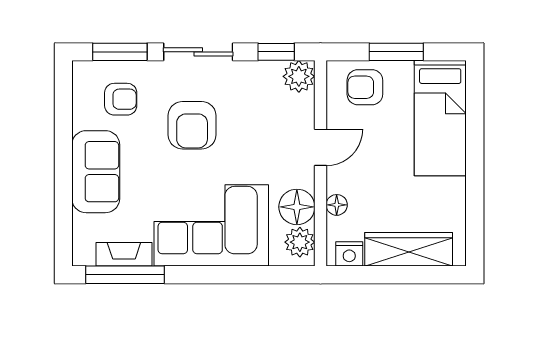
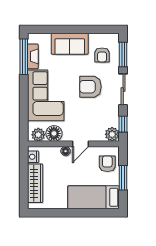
door: (321, 147) -> (81, 144), hinge flipped
floor lamp: (337, 205) -> (66, 151), moved

